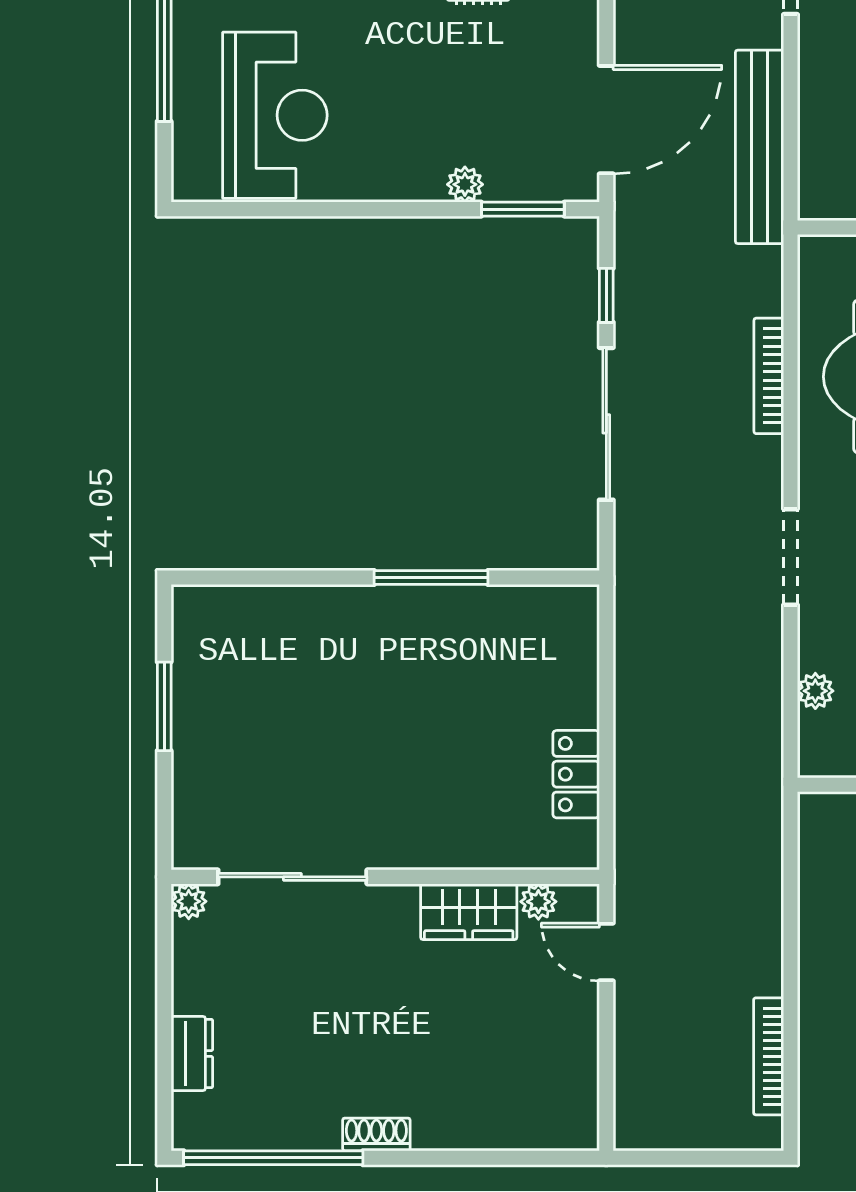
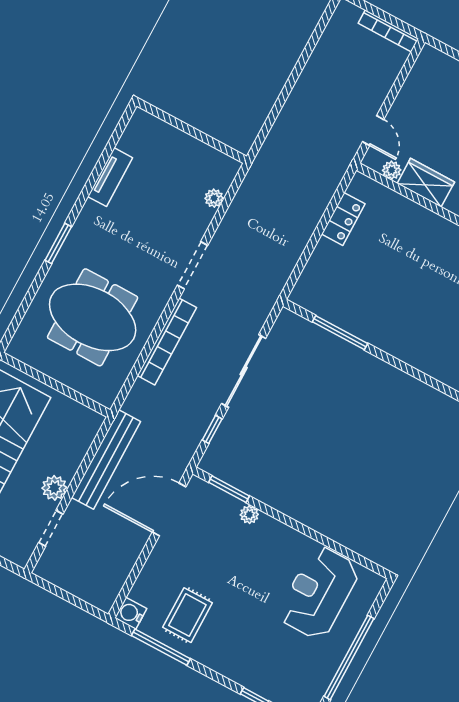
plant: (822, 51) -> (54, 488), added
bookcase: (769, 376) -> (167, 341), width x1.48, depth x1.31
window: (431, 578) -> (340, 333), moved
bookcase: (769, 1056) -> (388, 31), moved, turned 90

